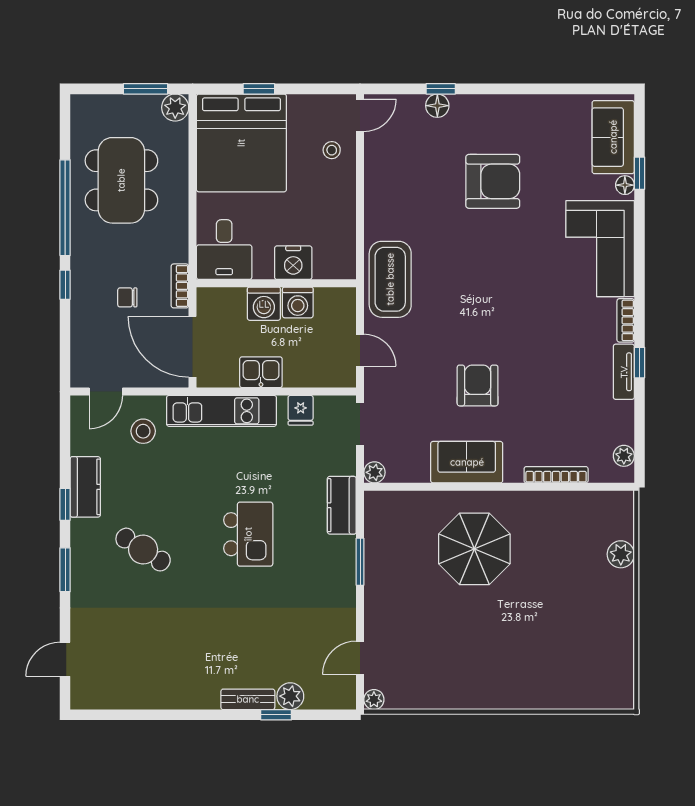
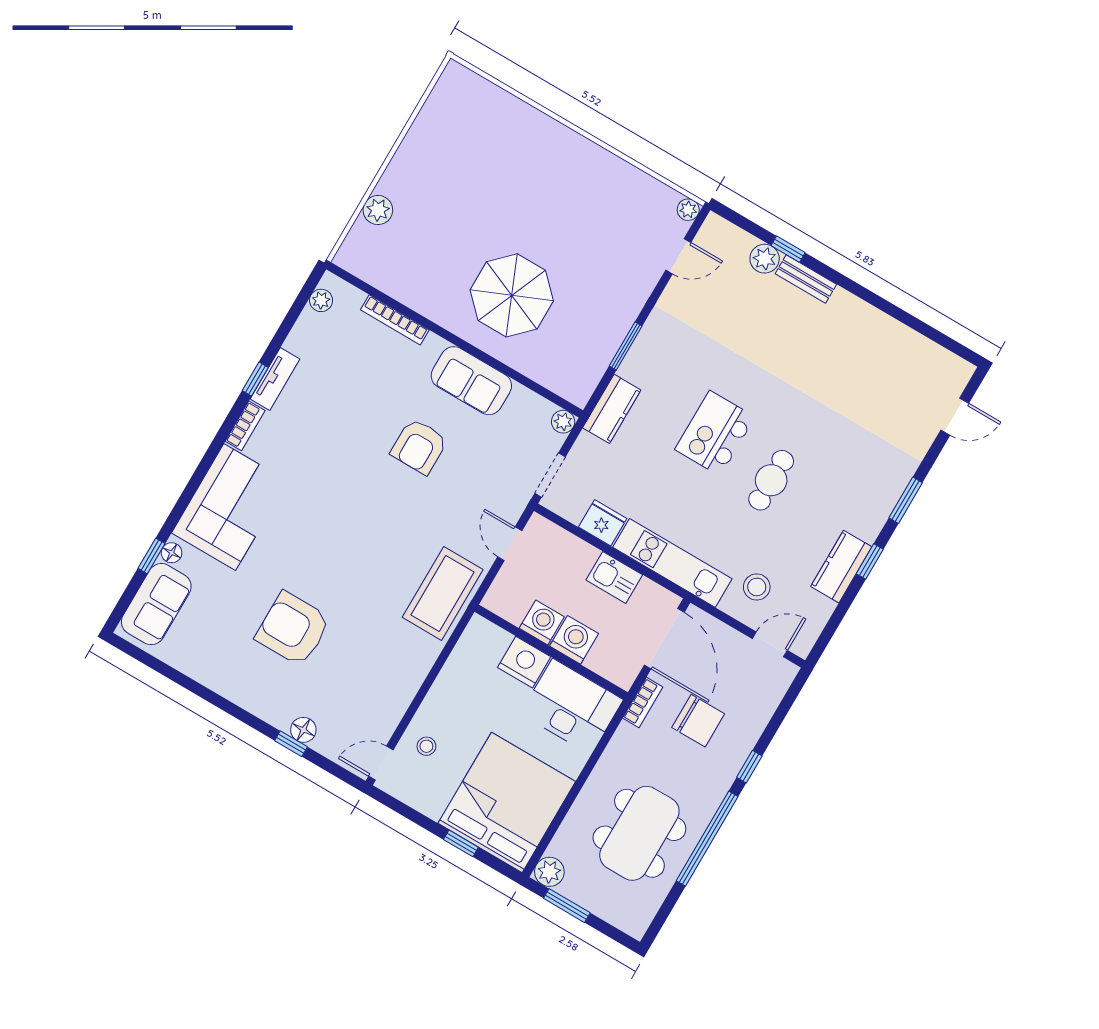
desk: (224, 250) -> (572, 707), width x1.37
chair: (127, 297) -> (698, 721), width x1.87, depth x1.87
fridge: (301, 410) -> (603, 523), width x1.38
cafe table: (143, 550) -> (771, 480), moved, turned 57

